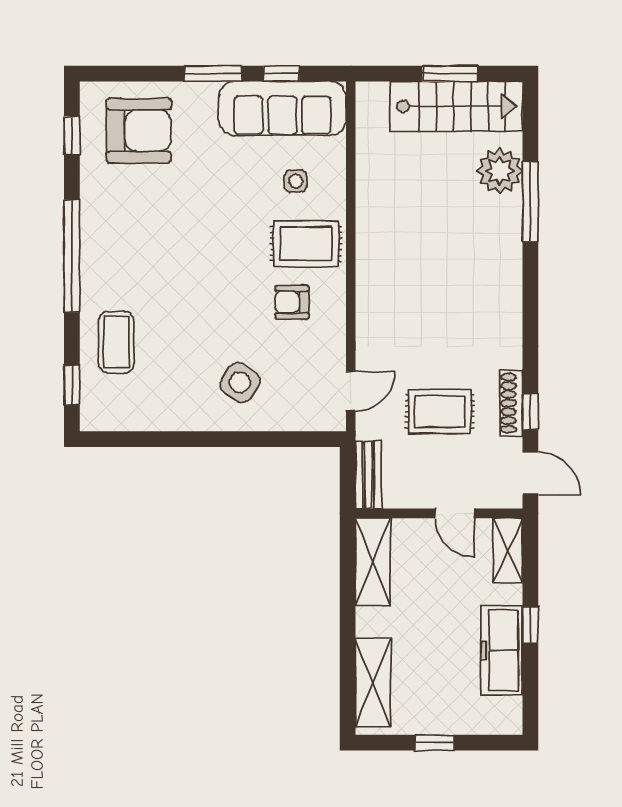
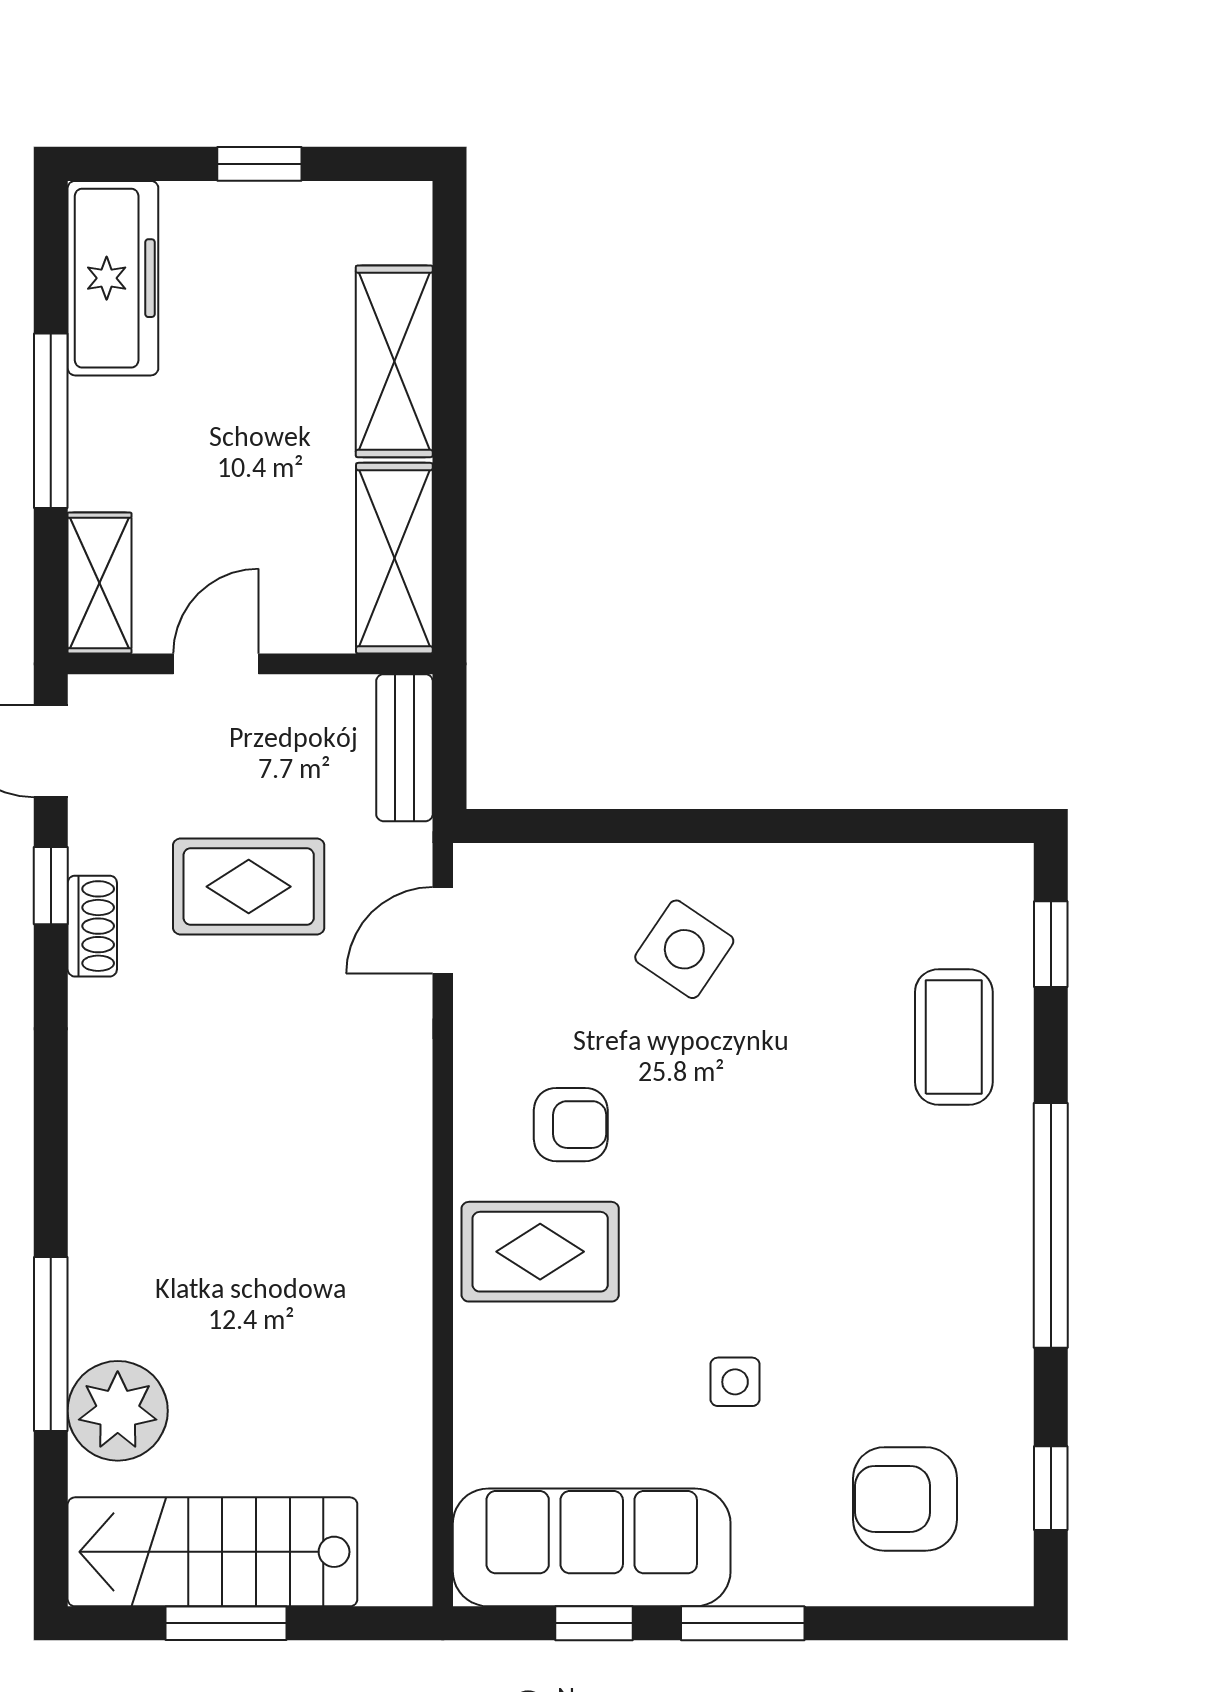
armchair: (139, 131) -> (905, 1499), width x0.73, depth x0.73
side table: (296, 181) -> (735, 1382), moved
shoe rack: (511, 403) -> (92, 926), width x0.70
door: (455, 513) -> (216, 664), hinge flipped
window: (530, 625) -> (51, 421), width x2.17
freezer: (502, 650) -> (113, 278), moved
shelving: (373, 683) -> (394, 361), moved

